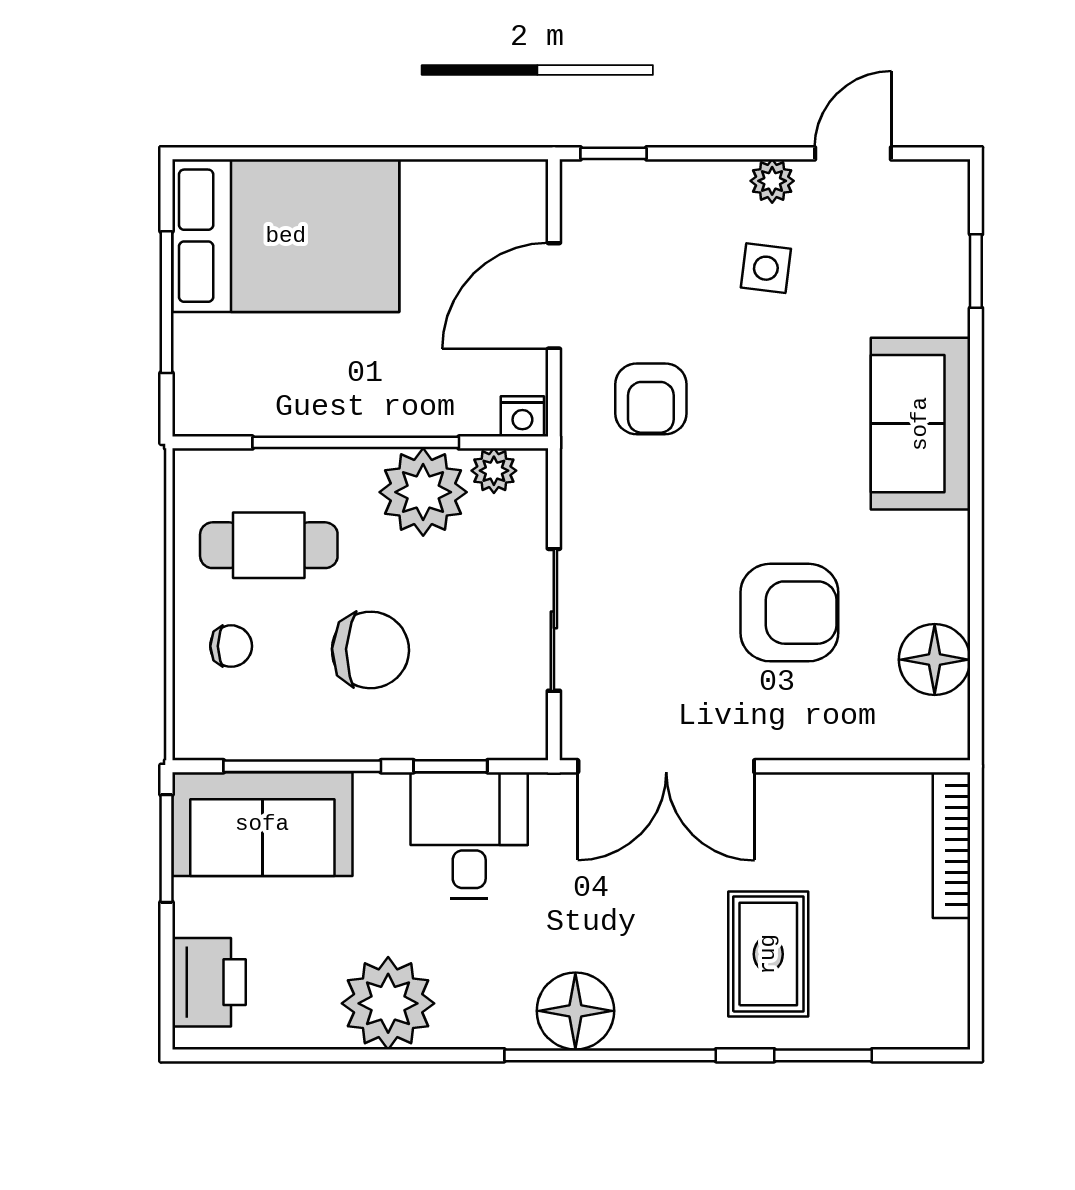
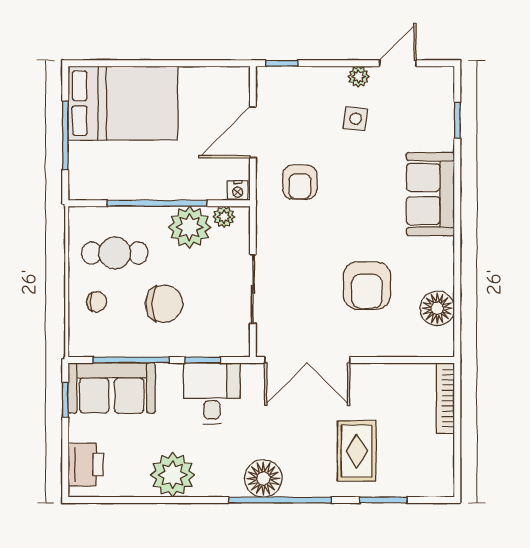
armchair: (789, 613) -> (367, 286), turned 90
window: (166, 848) -> (65, 400), width x0.67

